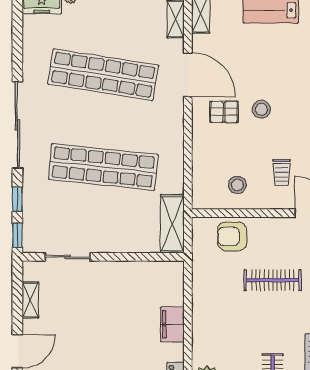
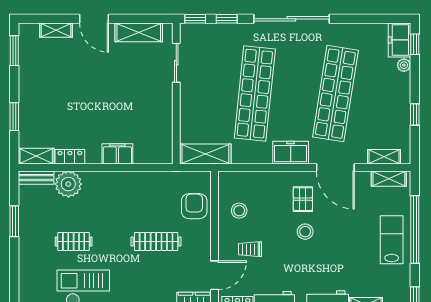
door: (188, 75) -> (335, 168), hinge flipped
freezer: (171, 126) -> (291, 153), added
clothes rail: (273, 280) -> (156, 241), turned 90
shelving: (30, 300) -> (139, 32), width x1.50, depth x1.33

